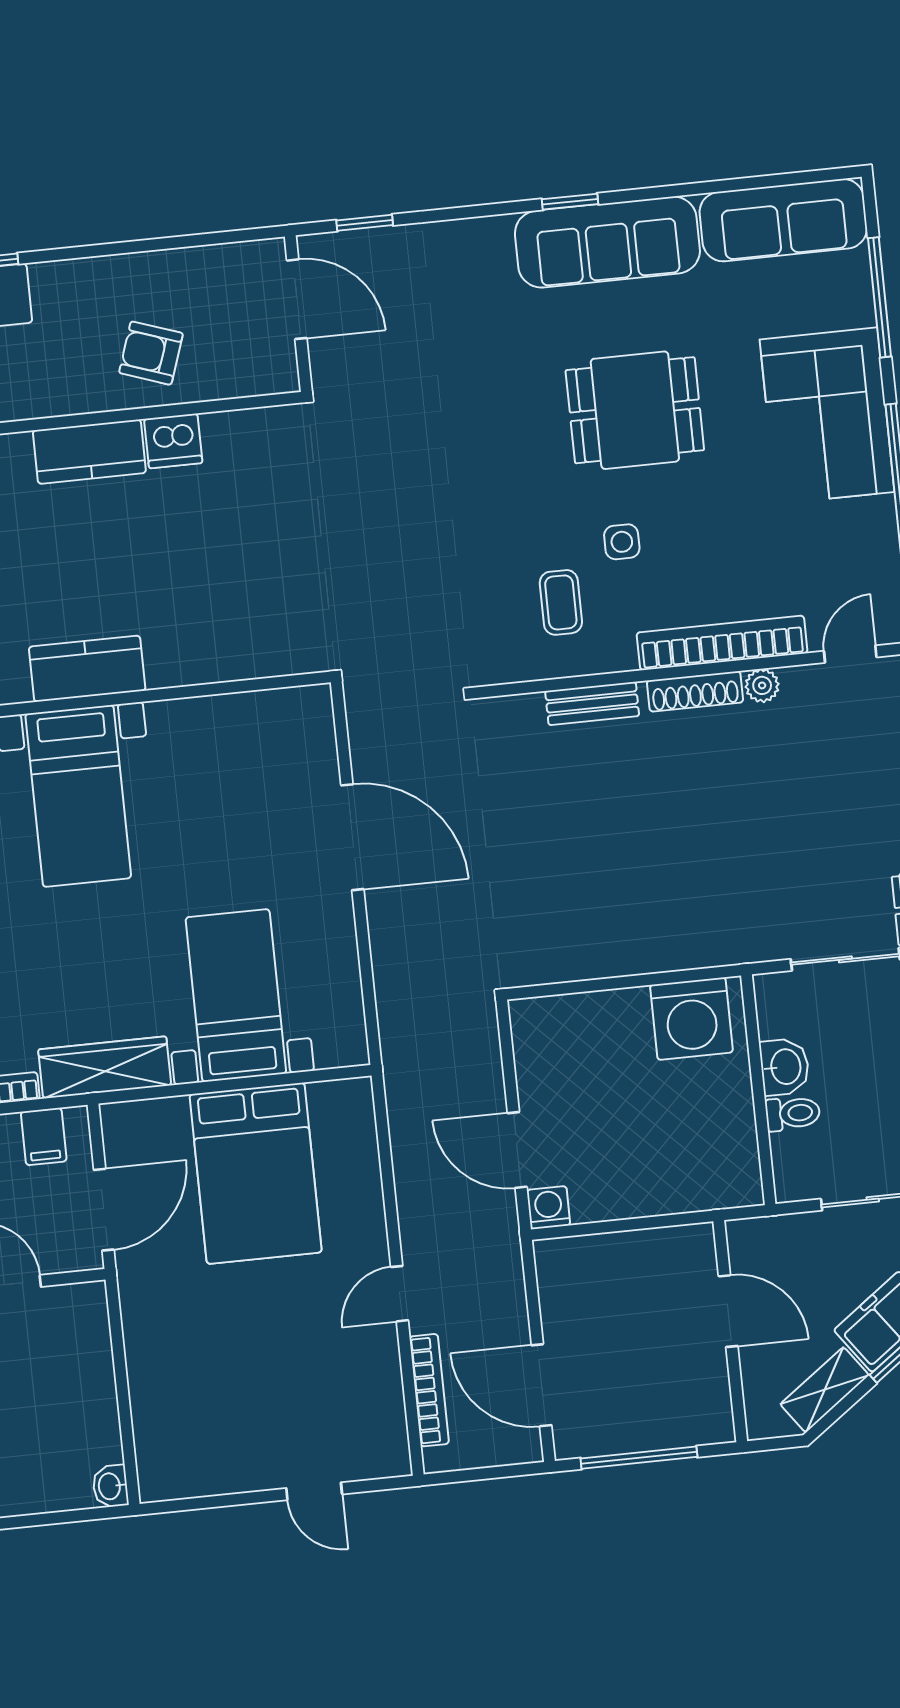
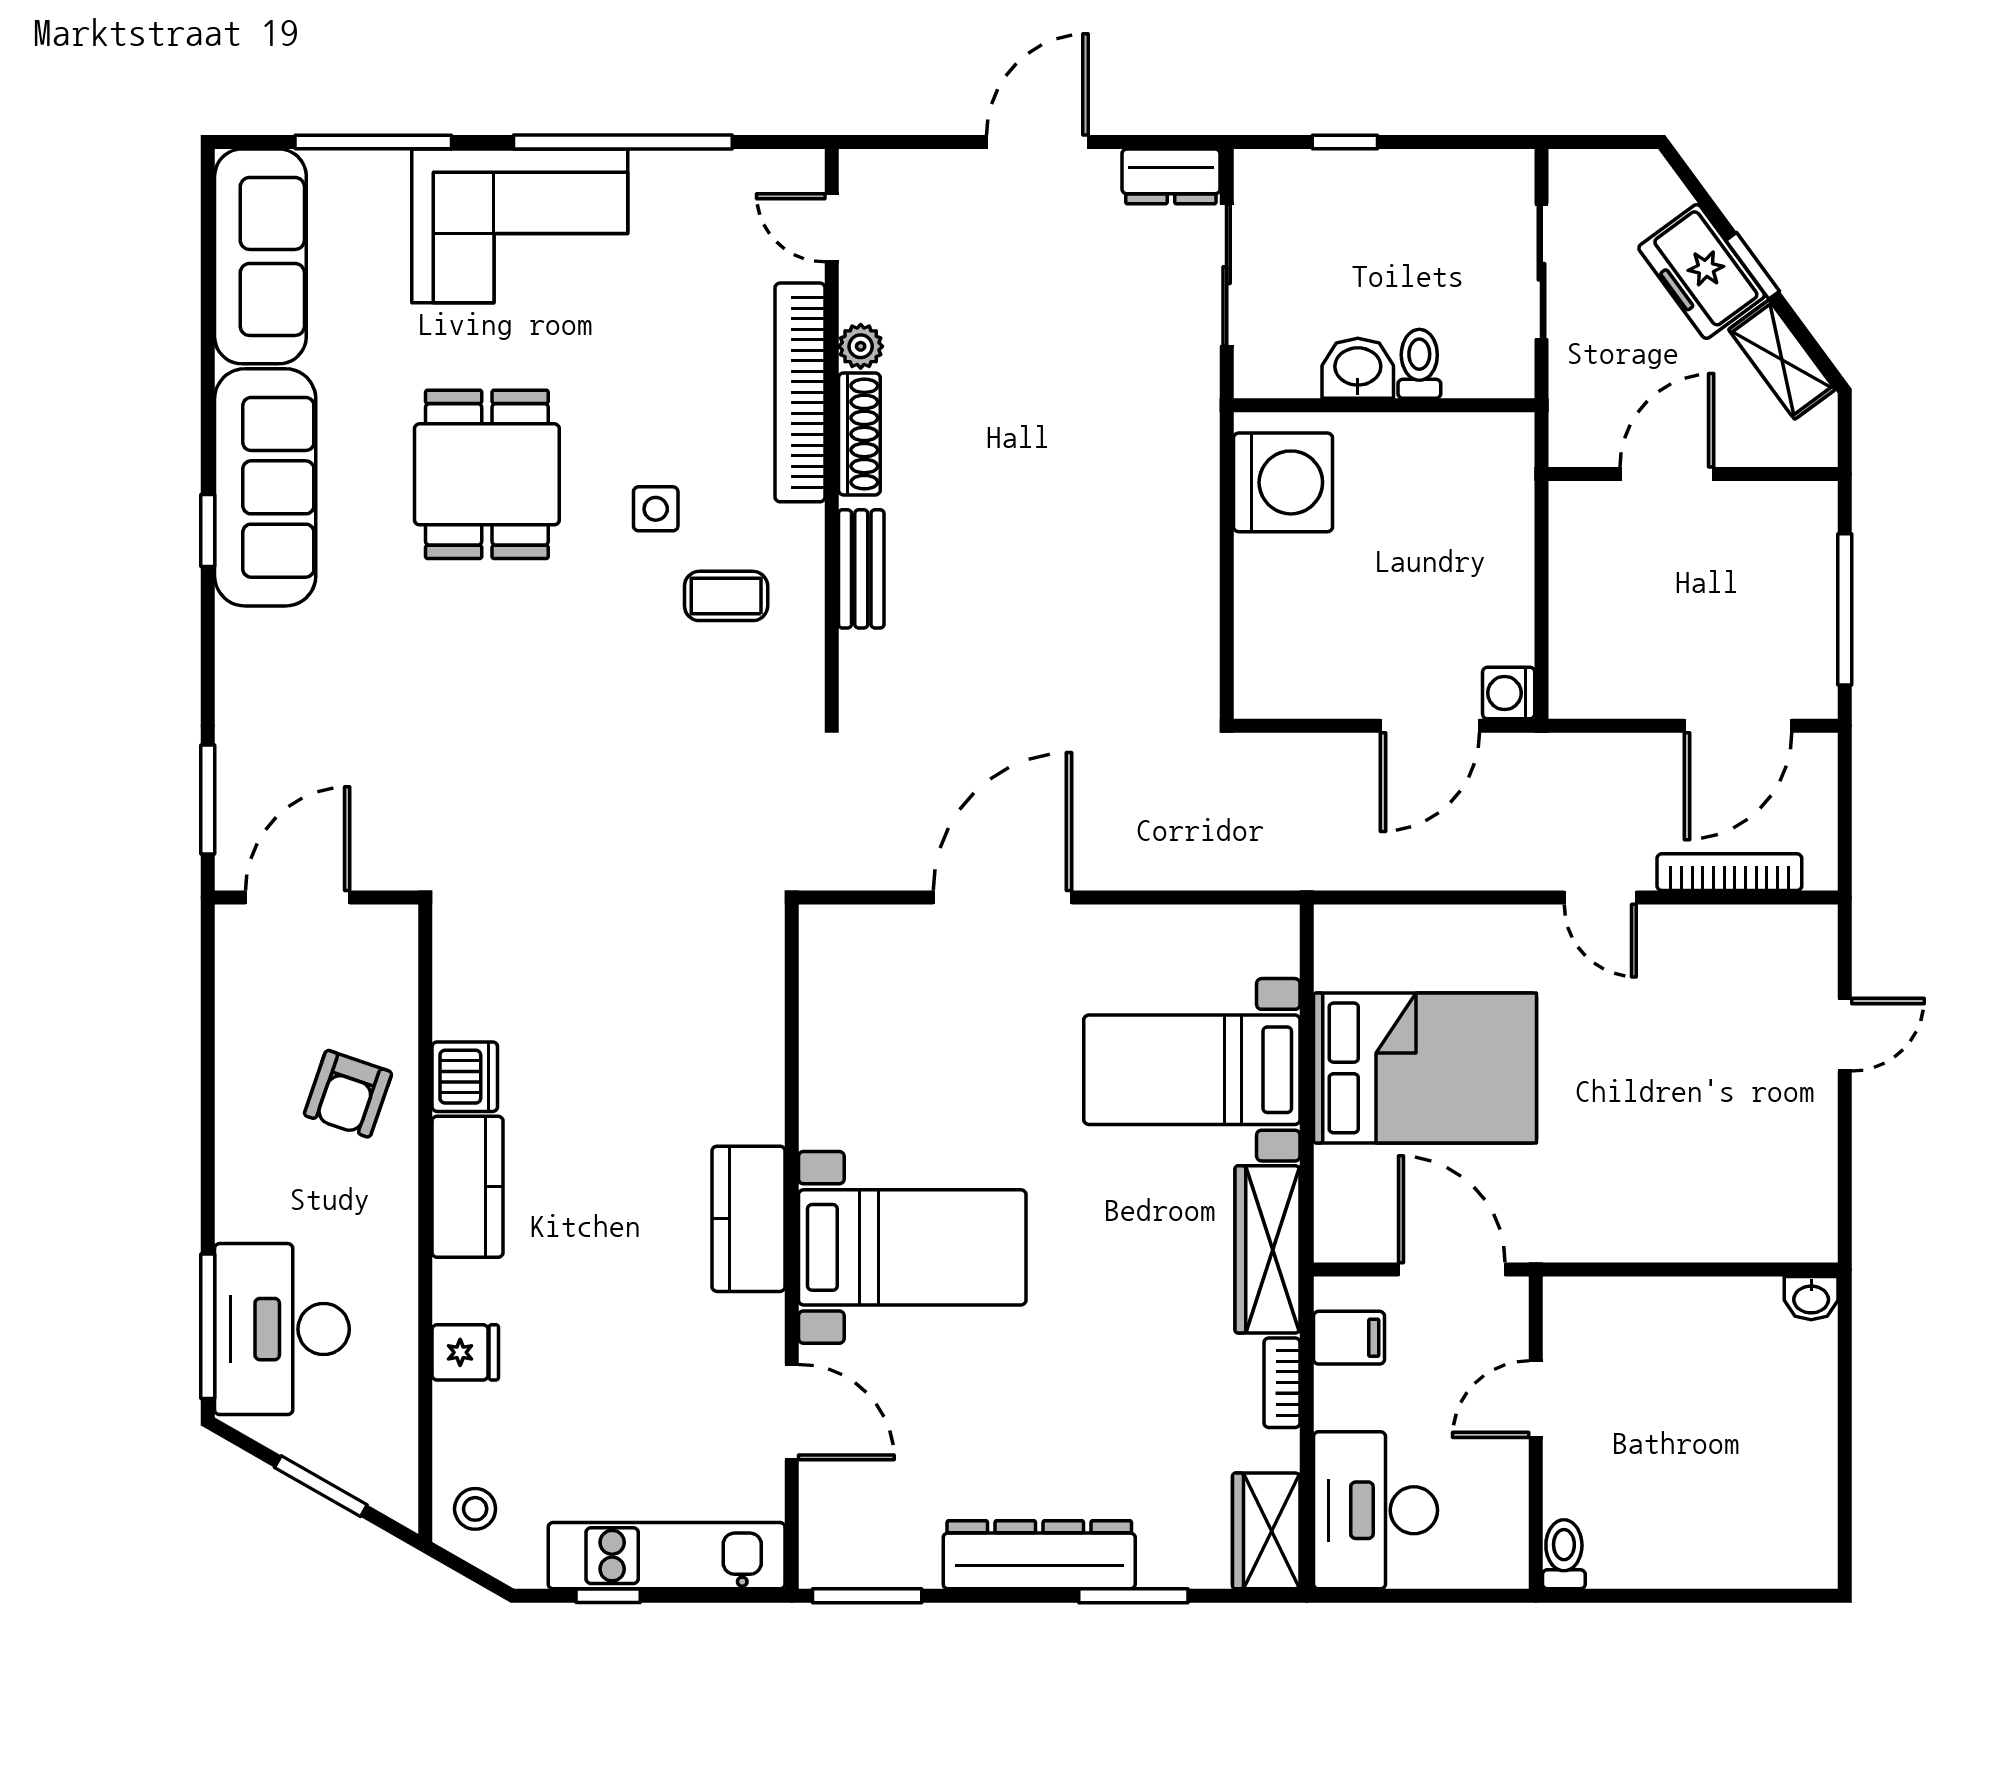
window: (365, 223) -> (208, 799), width x1.50

